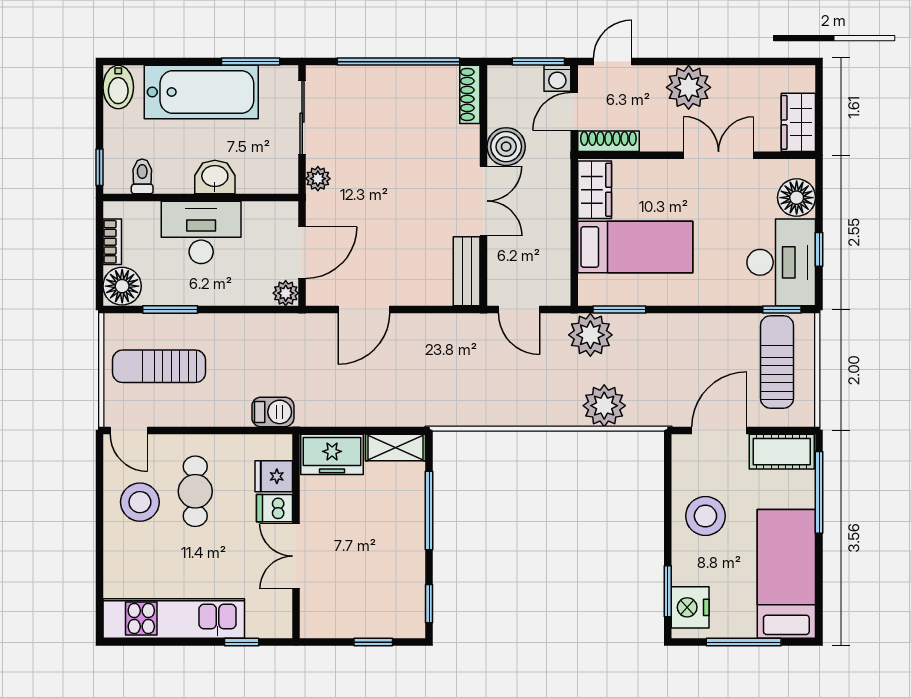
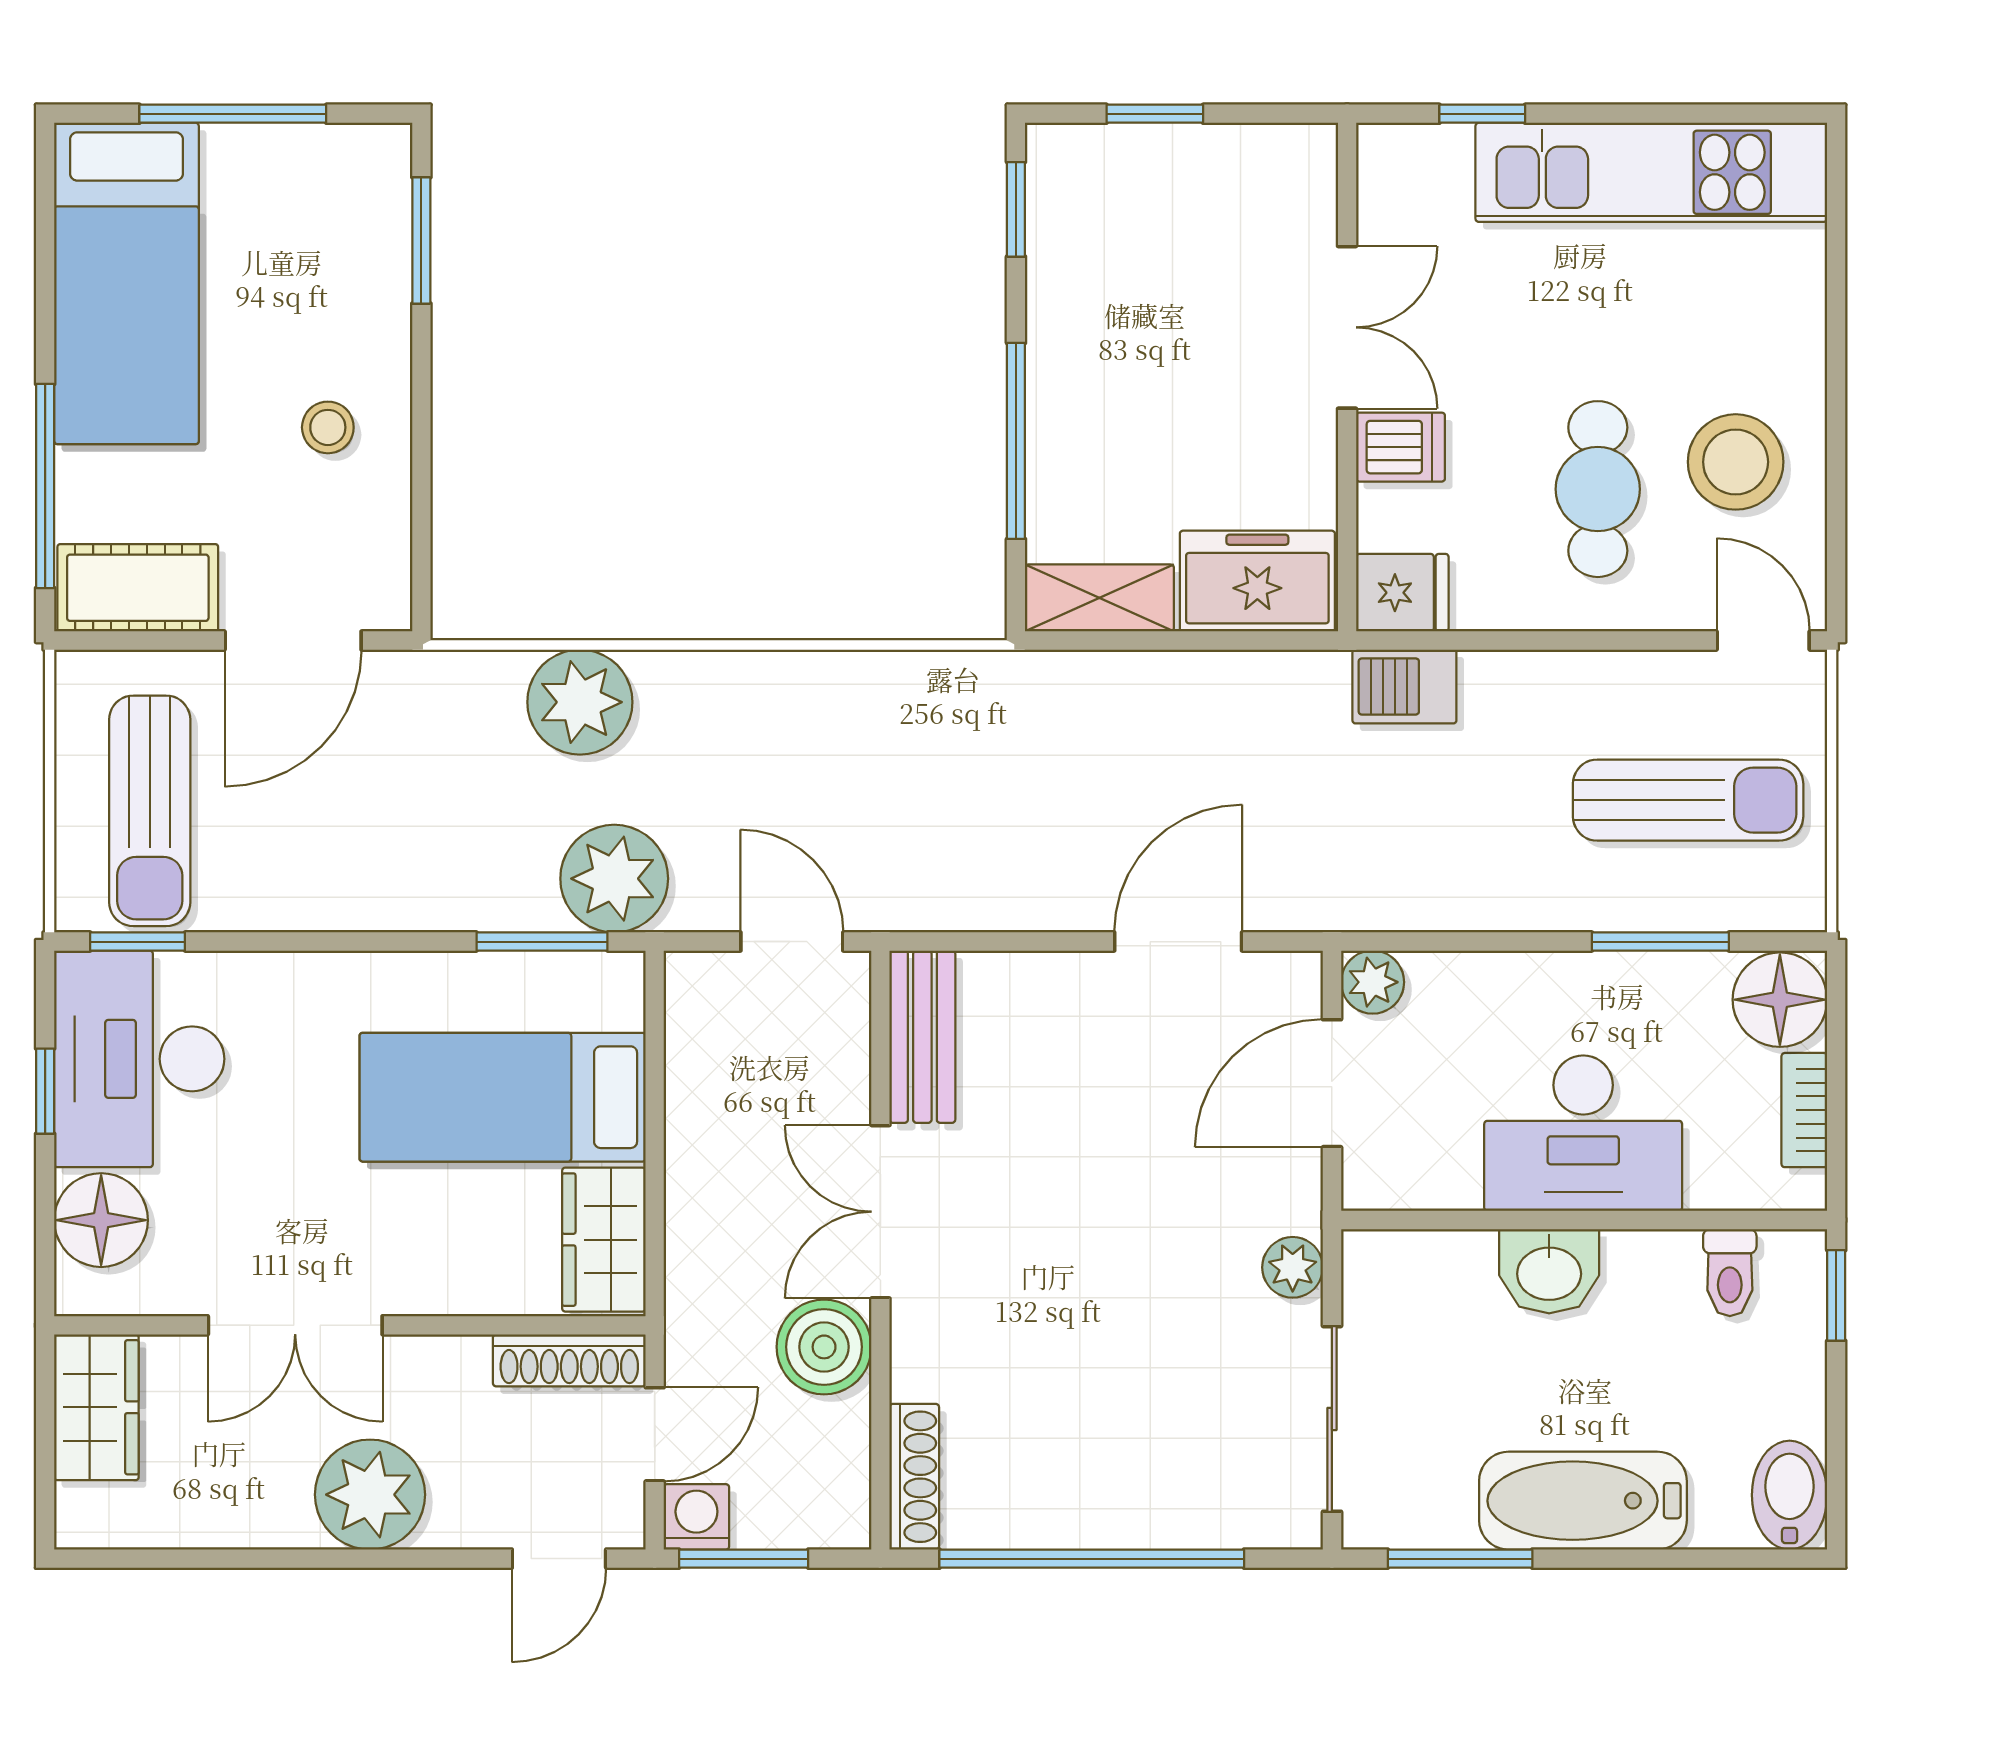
bathtub: (201, 92) -> (1583, 1501), width x0.73, depth x0.73
fridge: (274, 476) -> (1402, 593), moved
stool: (705, 516) -> (328, 427), width x0.53, depth x0.53
nightstand: (690, 607) -> (366, 200), removed

